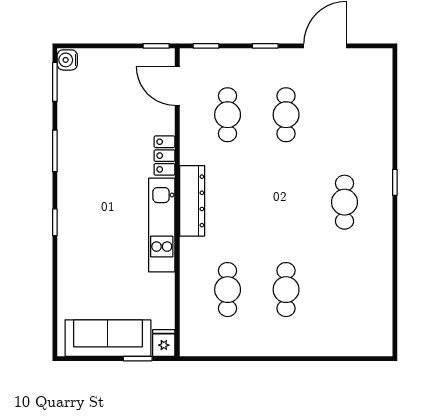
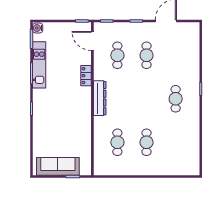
kitchen unit: (162, 225) -> (39, 65), moved, turned 180
fridge: (164, 343) -> (86, 169), removed

